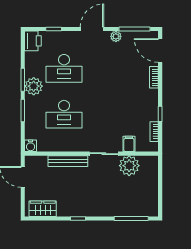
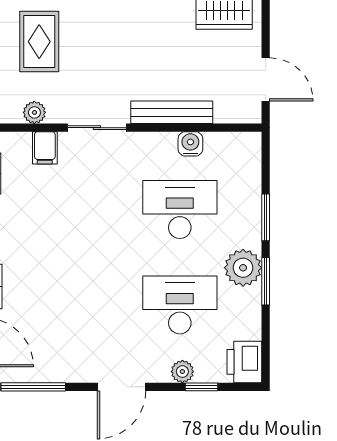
plant: (116, 36) -> (182, 372), moved
water cooler: (31, 146) -> (190, 144), moved
plant: (129, 166) -> (34, 112), width x0.53, depth x0.53
rug: (132, 195) -> (39, 42), added

